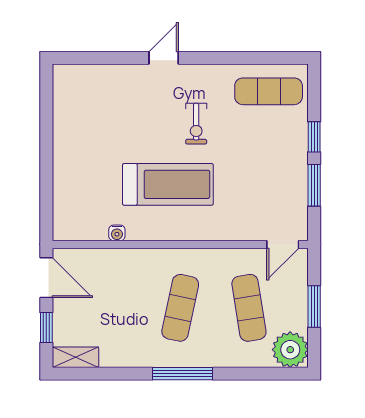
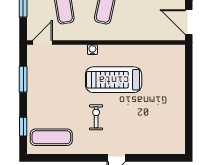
window: (314, 137) -> (23, 127), moved
water cooler: (117, 233) -> (92, 50), moved

